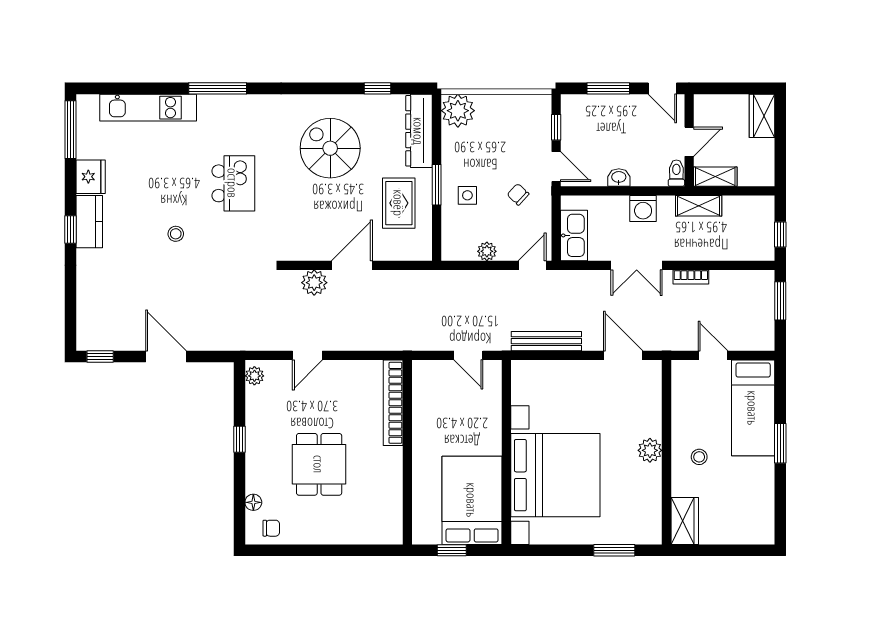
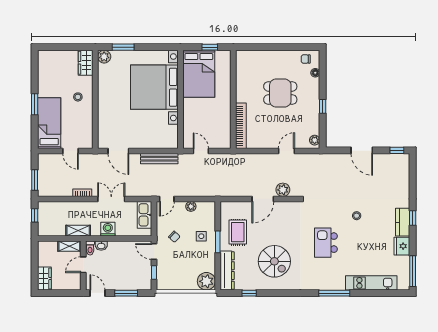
washbasin: (619, 178) -> (101, 246), moved
plant: (650, 450) -> (104, 57), moved
dining table: (319, 464) -> (280, 93), turned 90

